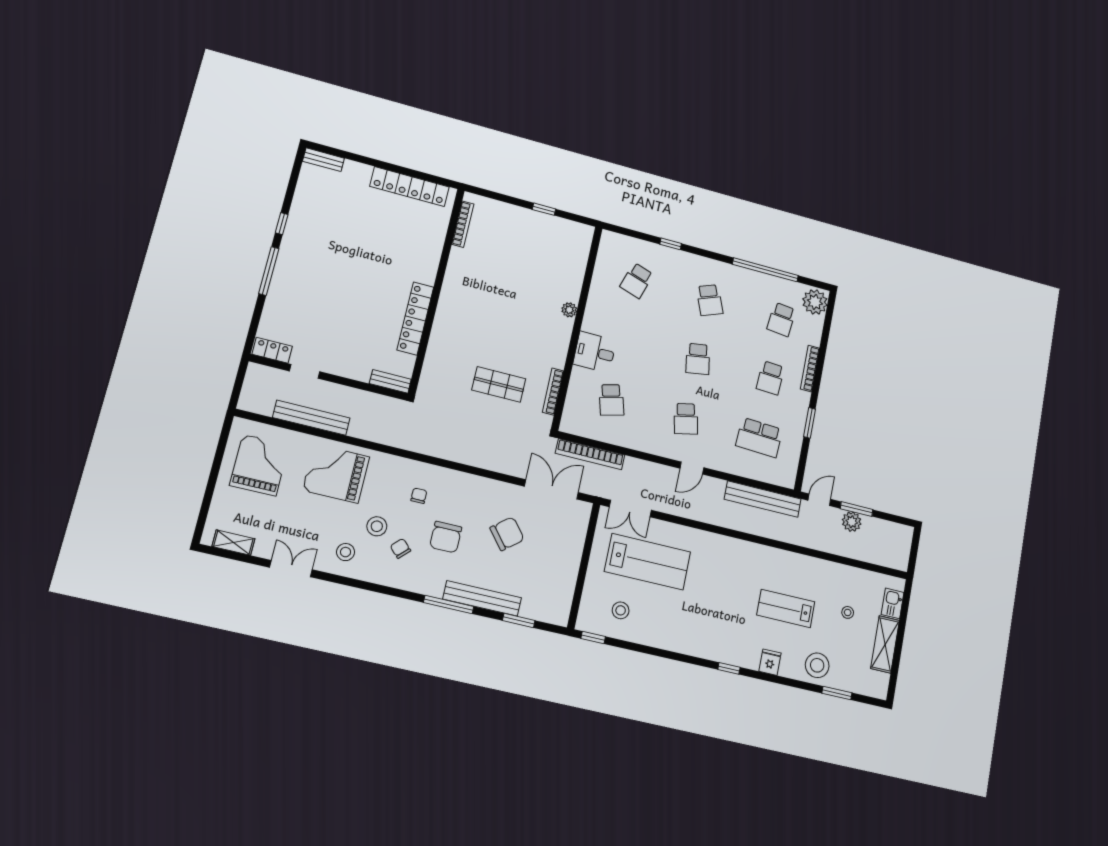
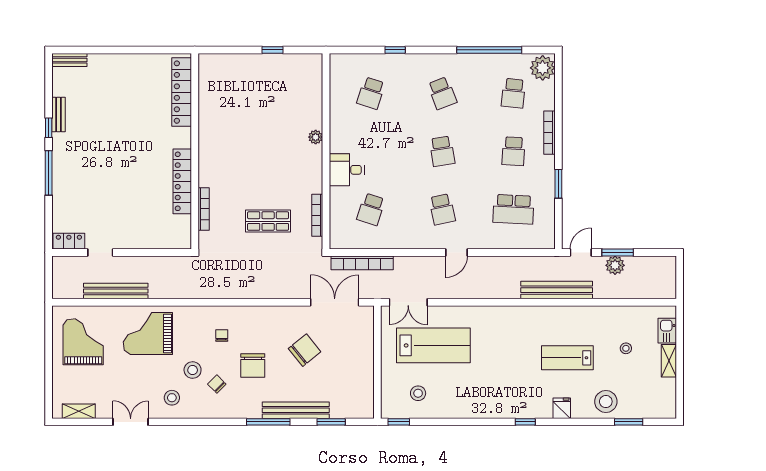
locker: (410, 187) -> (182, 92), moved, turned 90
bookcase: (463, 224) -> (204, 209), moved
bench: (390, 381) -> (59, 114), moved, turned 90
school desk: (611, 400) -> (371, 209), turned 33
bench: (763, 499) -> (557, 290), moved
shelving: (885, 644) -> (669, 361), width x0.67, depth x0.75

